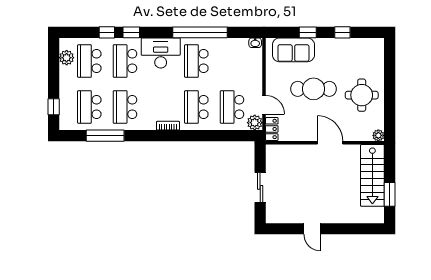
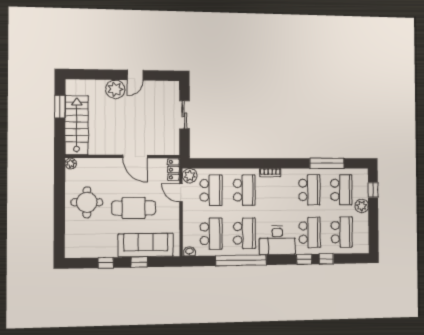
sofa: (293, 50) -> (146, 245), width x1.36
plant: (67, 58) -> (362, 206), moved
school desk: (232, 61) -> (211, 234), added
door: (330, 143) -> (135, 157), moved
plant: (333, 213) -> (115, 89), added
door: (312, 229) -> (135, 75), swing flipped

